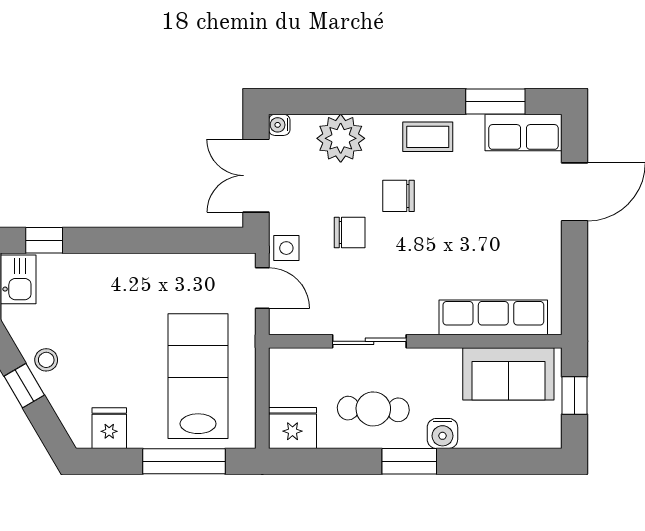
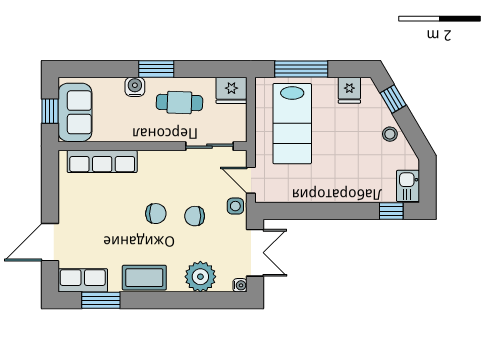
coffee table: (428, 137) -> (144, 278), width x1.36, depth x1.30
chair: (399, 196) -> (156, 214), moved
sliding door: (369, 341) -> (209, 146), moved
sofa: (508, 374) -> (75, 112), moved, turned 90
window: (24, 386) -> (393, 99), moved

